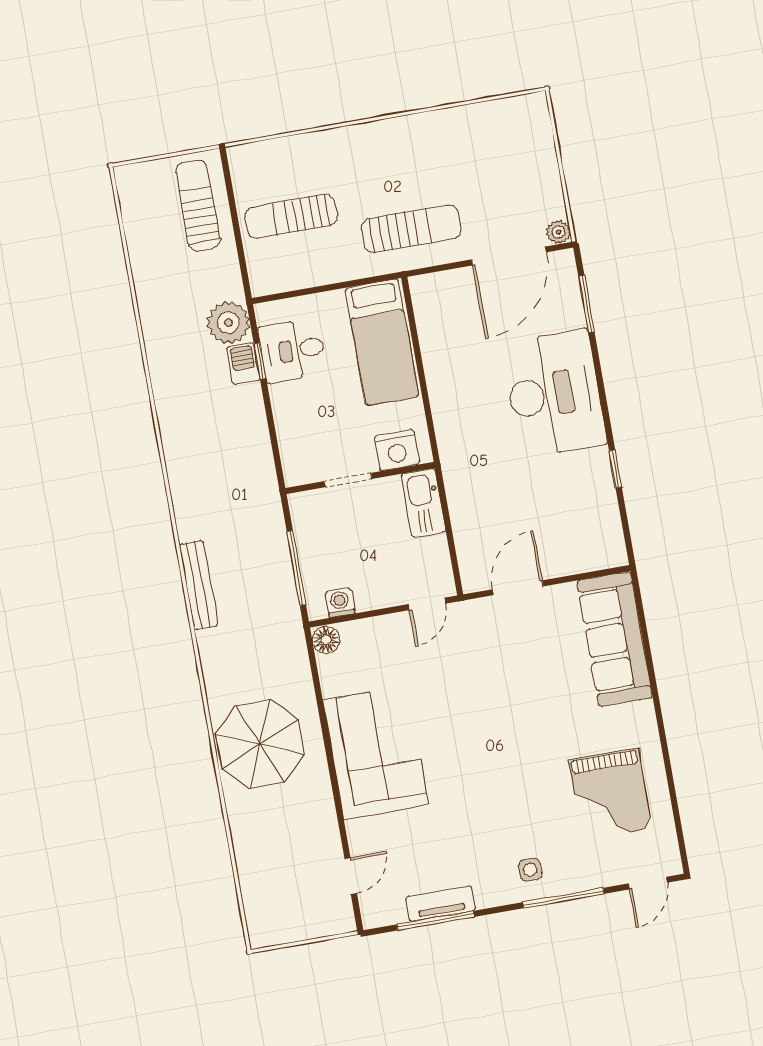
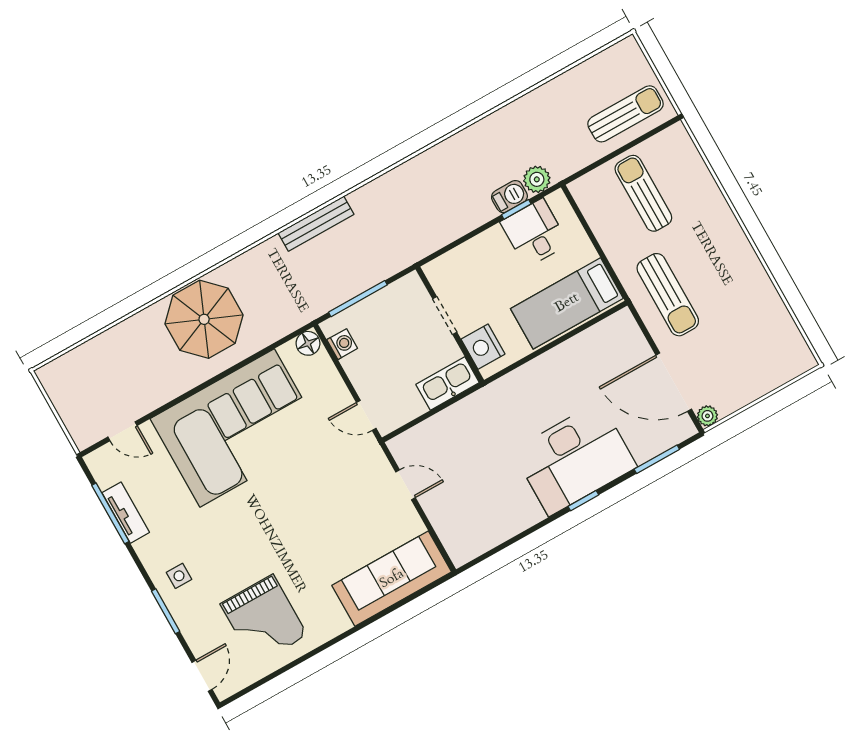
plant: (229, 323) -> (537, 179), width x0.73, depth x0.73
window: (615, 469) -> (583, 501), moved
door: (518, 588) -> (405, 485), width x0.73
corner sofa: (376, 752) -> (237, 428), width x1.36, depth x1.36
grand piano: (610, 794) -> (264, 620), turned -90
door: (648, 883) -> (202, 676), swing flipped
window: (564, 898) -> (166, 611), width x0.69

